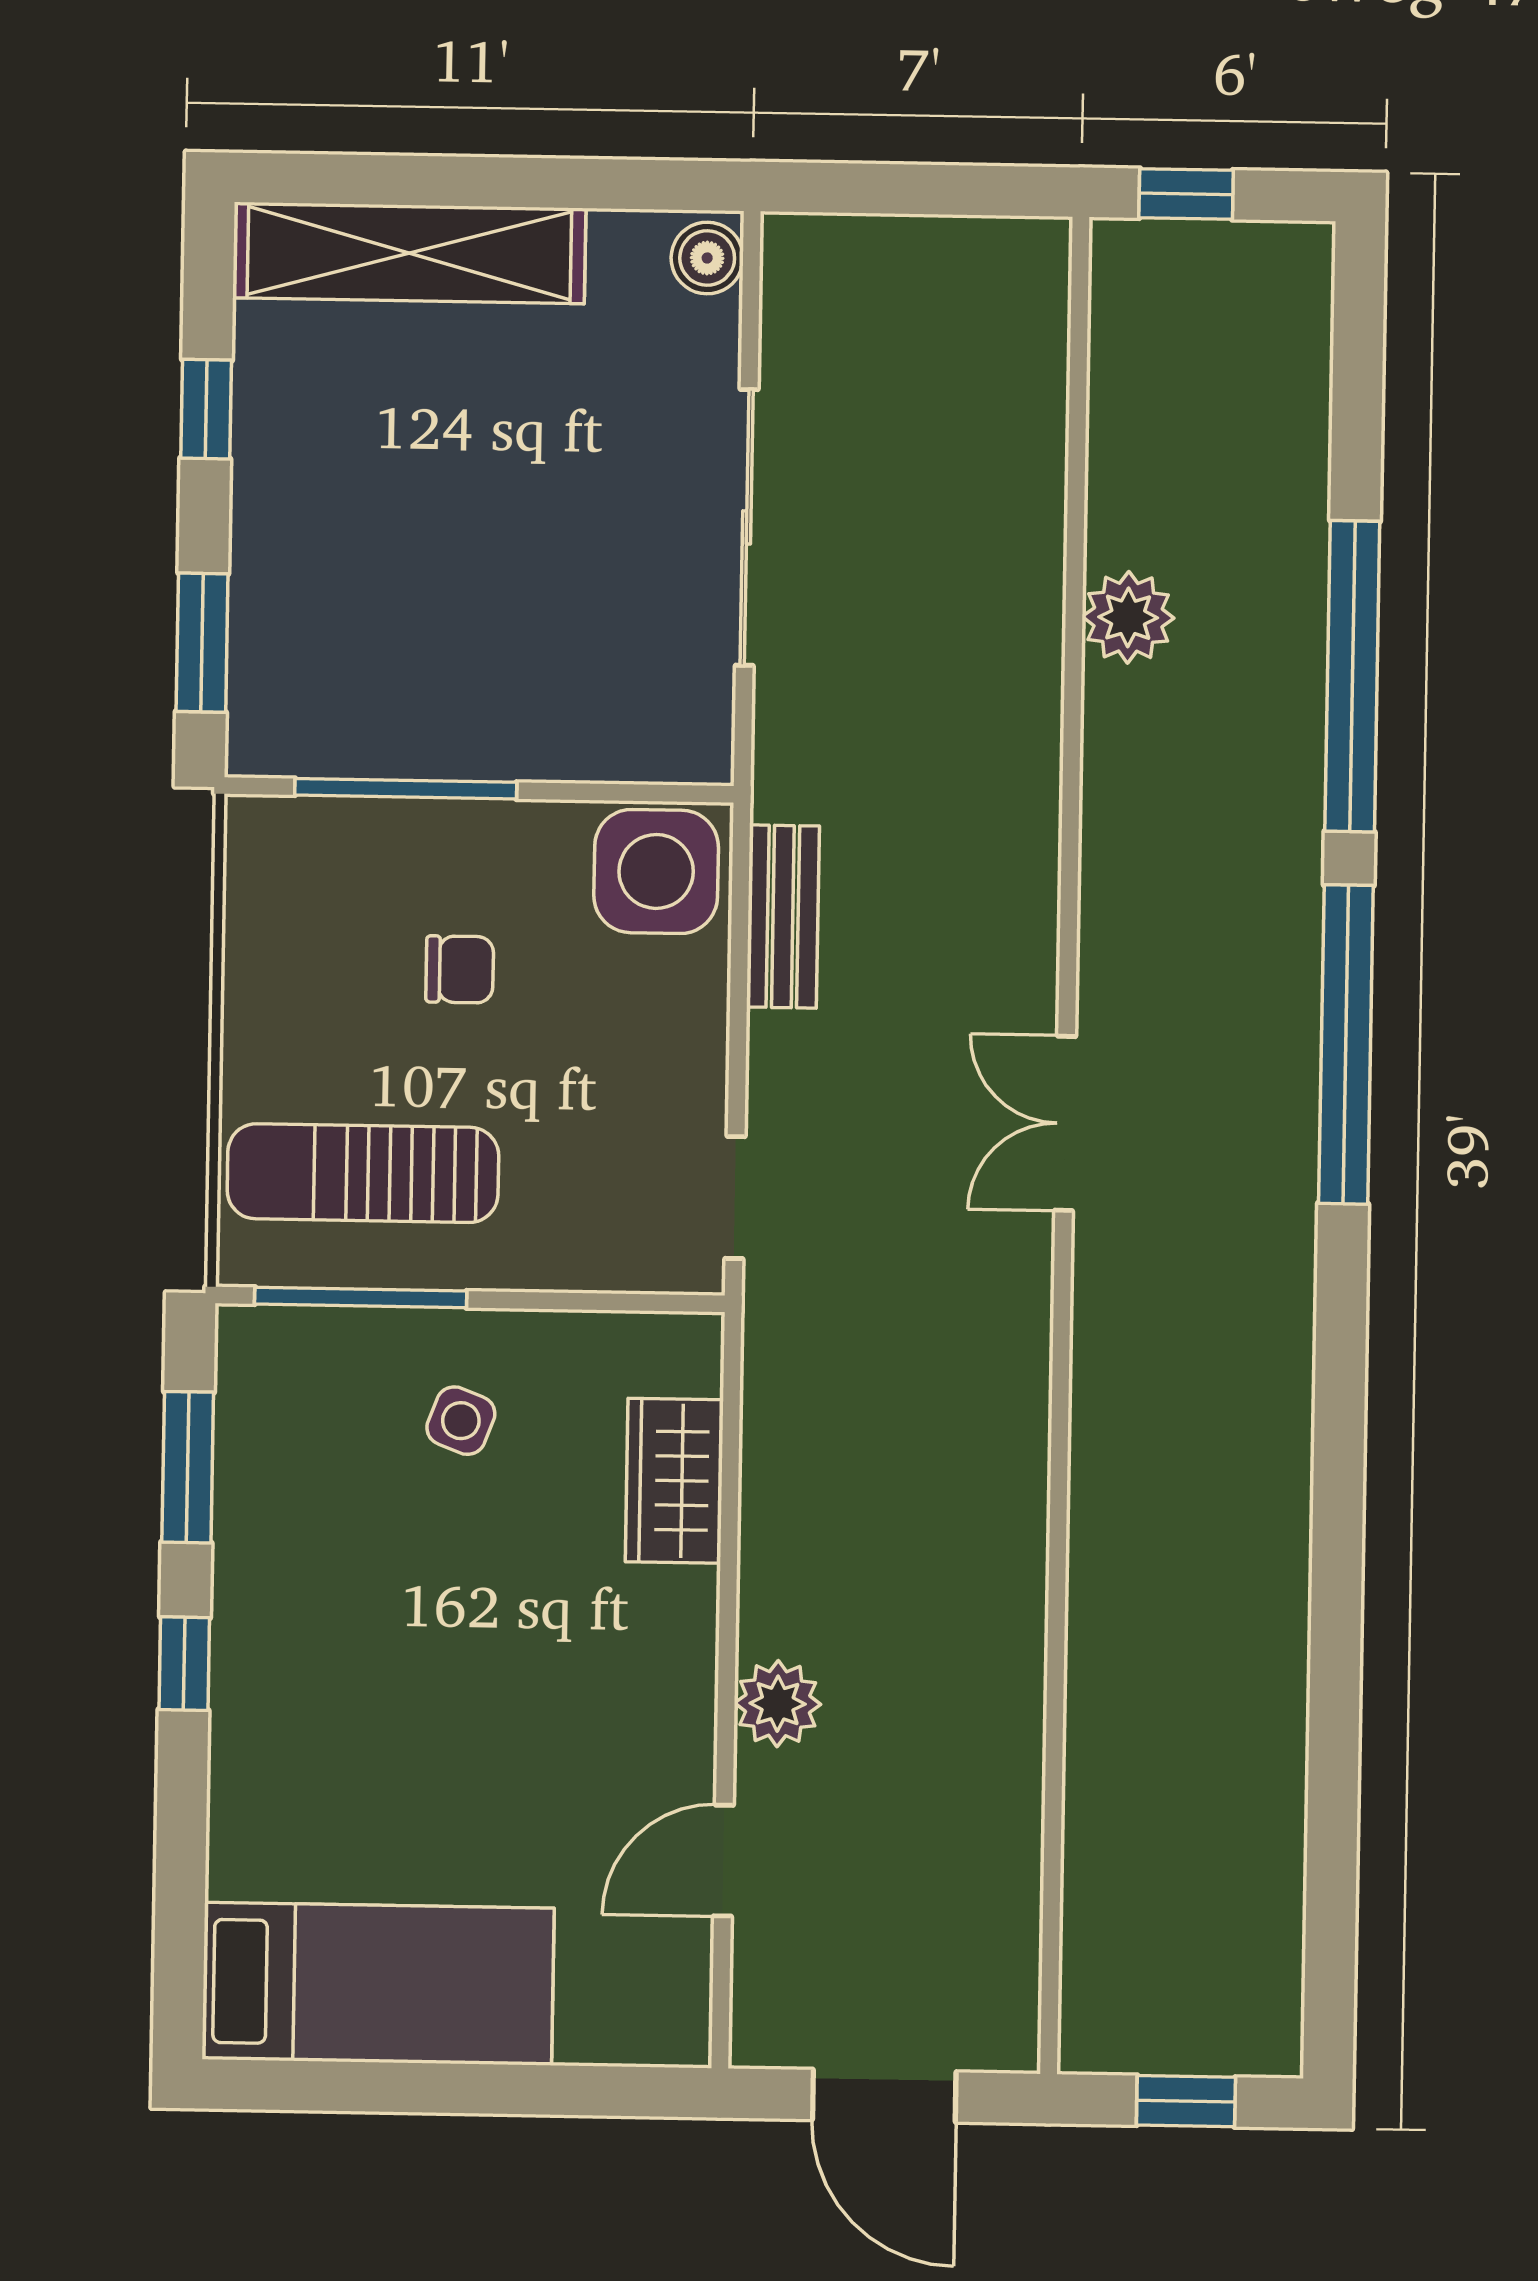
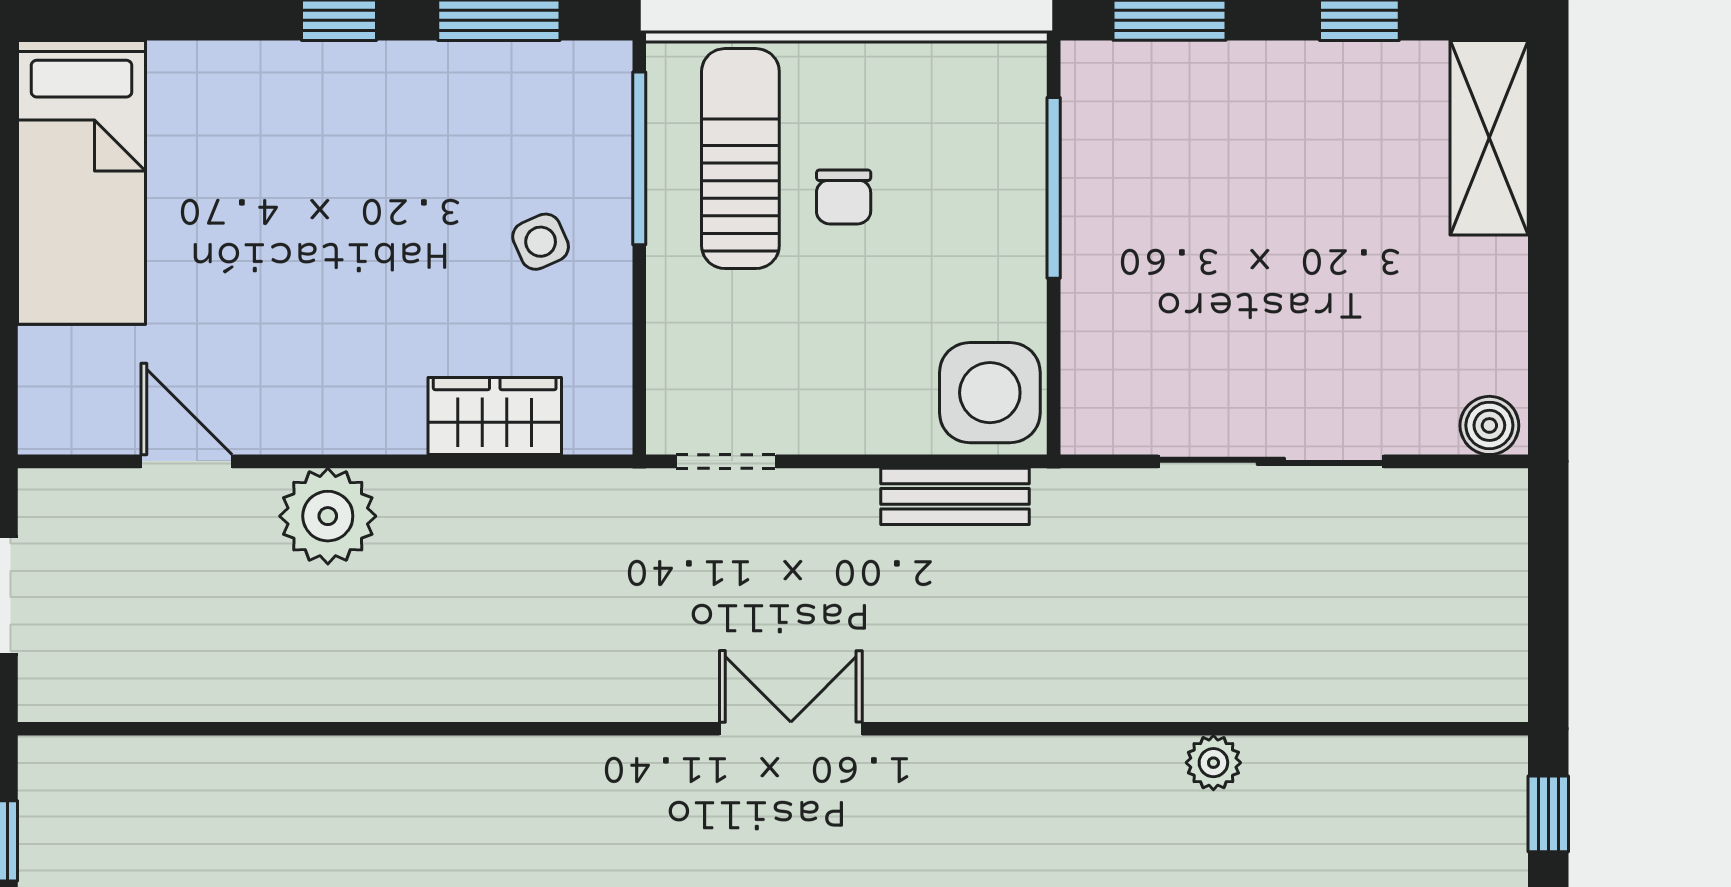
shelving: (409, 253) -> (1489, 138), width x0.68
plant: (1128, 617) -> (1213, 763), width x0.73, depth x0.73
chair: (460, 969) -> (844, 197), moved
side table: (461, 1421) -> (541, 242), turned 45
plant: (778, 1704) -> (328, 516), width x1.36, depth x1.36

